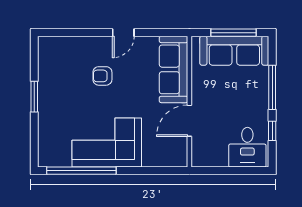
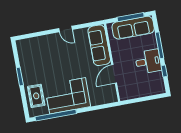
door: (123, 33) -> (66, 29), hinge flipped
armchair: (102, 76) -> (58, 57), removed
rug: (55, 133) -> (36, 96), added
desk: (247, 147) -> (148, 62), moved, turned -90

